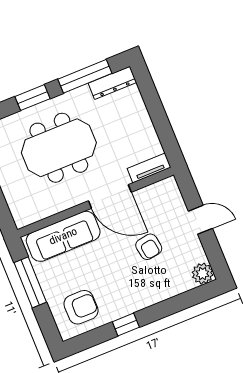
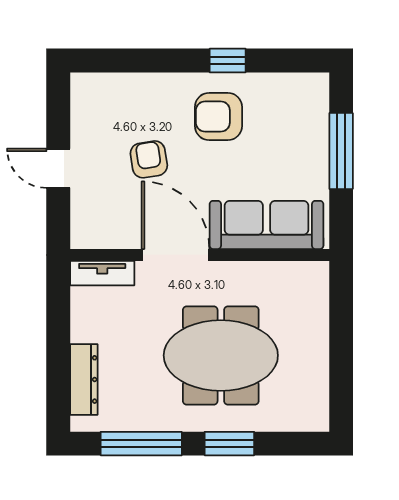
dresser: (112, 83) -> (84, 379), moved, turned 90
plant: (203, 274) -> (87, 89), removed
window: (30, 282) -> (341, 151), moved
armchair: (81, 307) -> (218, 117), moved

